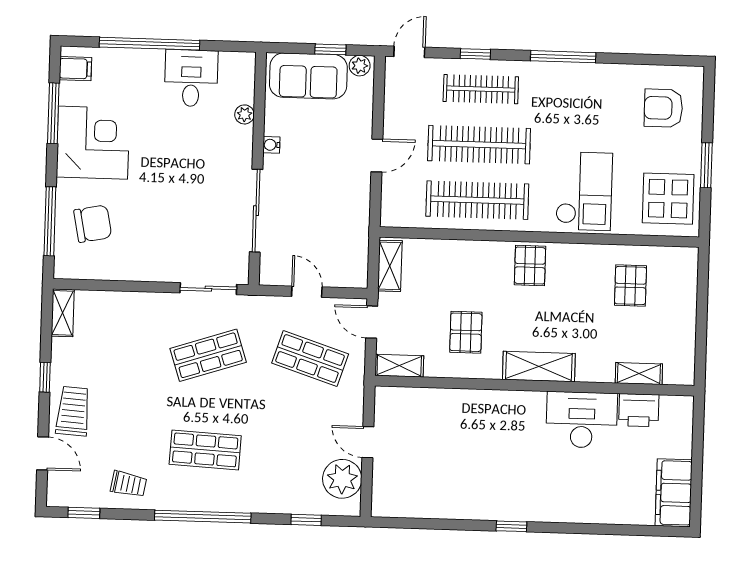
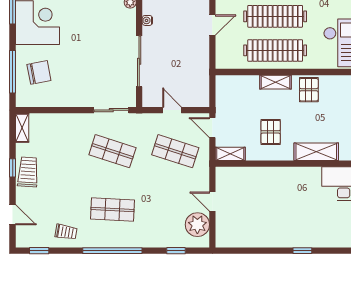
shelving: (390, 266) -> (275, 82), moved, turned 90
shop shelf: (208, 355) -> (112, 151), turned 36
trolley: (73, 411) -> (28, 172), moved

